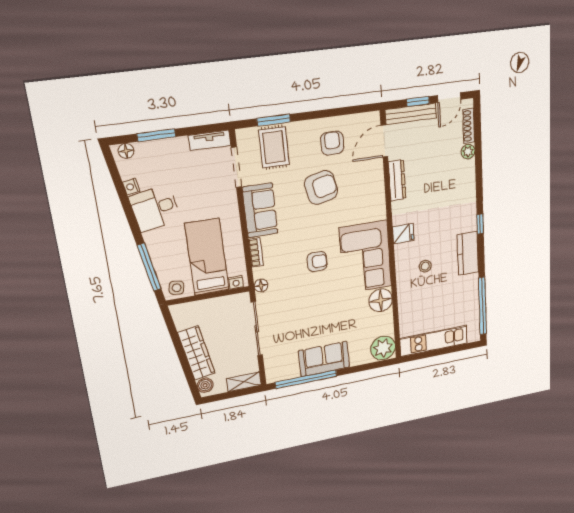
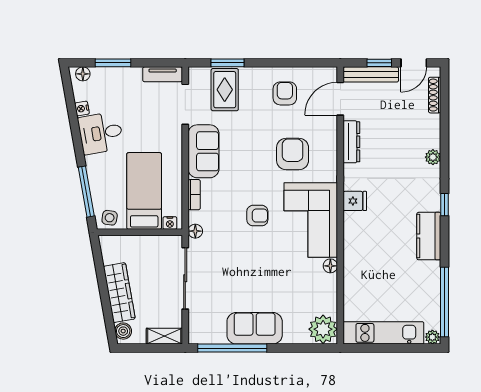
plant: (468, 152) -> (433, 157), moved
armchair: (321, 187) -> (293, 154), moved, turned -78
stool: (425, 266) -> (378, 242), removed
floor lamp: (381, 300) -> (330, 266), width x0.53, depth x0.53
plant: (474, 336) -> (432, 337), added

